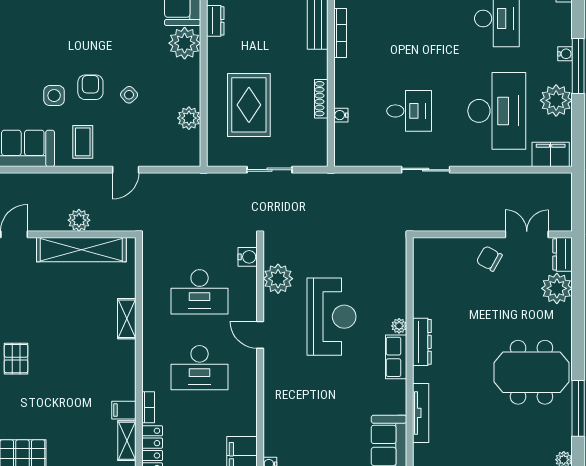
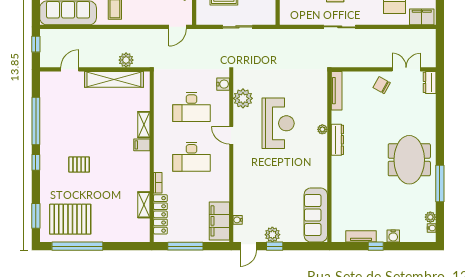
door: (126, 170) -> (177, 27), moved
plant: (79, 220) -> (126, 60), moved
plant: (557, 288) -> (426, 105), removed
row of seats: (396, 357) -> (320, 150), removed
pallet: (16, 359) -> (79, 165), moved, turned 90
meeting table: (531, 372) -> (409, 160), turned 90
filing cabinet: (124, 410) -> (142, 145), moved
tv unit: (421, 413) -> (337, 91), moved

